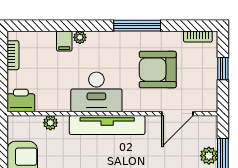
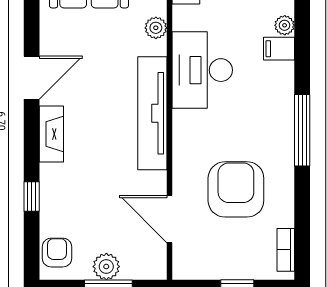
window: (137, 26) -> (302, 130), moved
plant: (80, 37) -> (285, 25), moved
desk: (96, 92) -> (202, 70), moved

